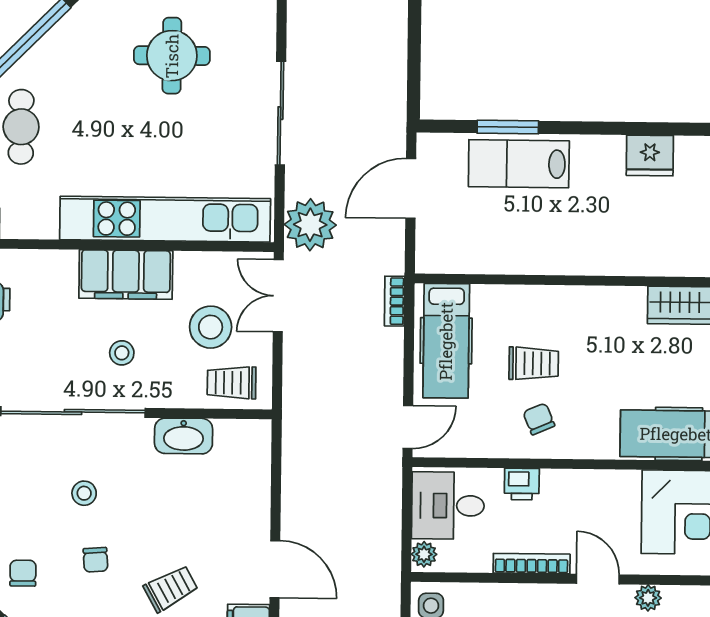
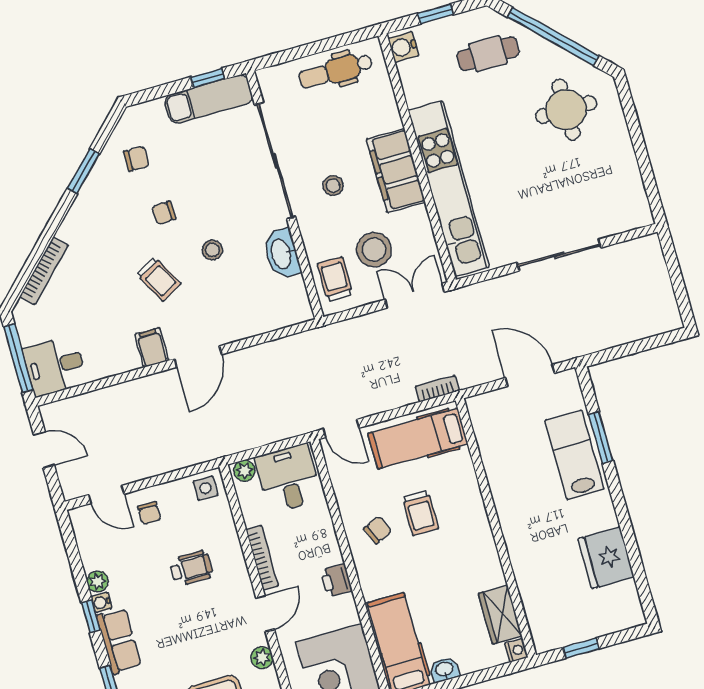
round table: (172, 56) -> (566, 110), moved
fridge: (650, 155) -> (606, 558), width x1.36, depth x1.34
plant: (310, 225) -> (478, 304), removed
printer: (522, 484) -> (336, 580), moved
stool: (84, 493) -> (212, 250), moved

